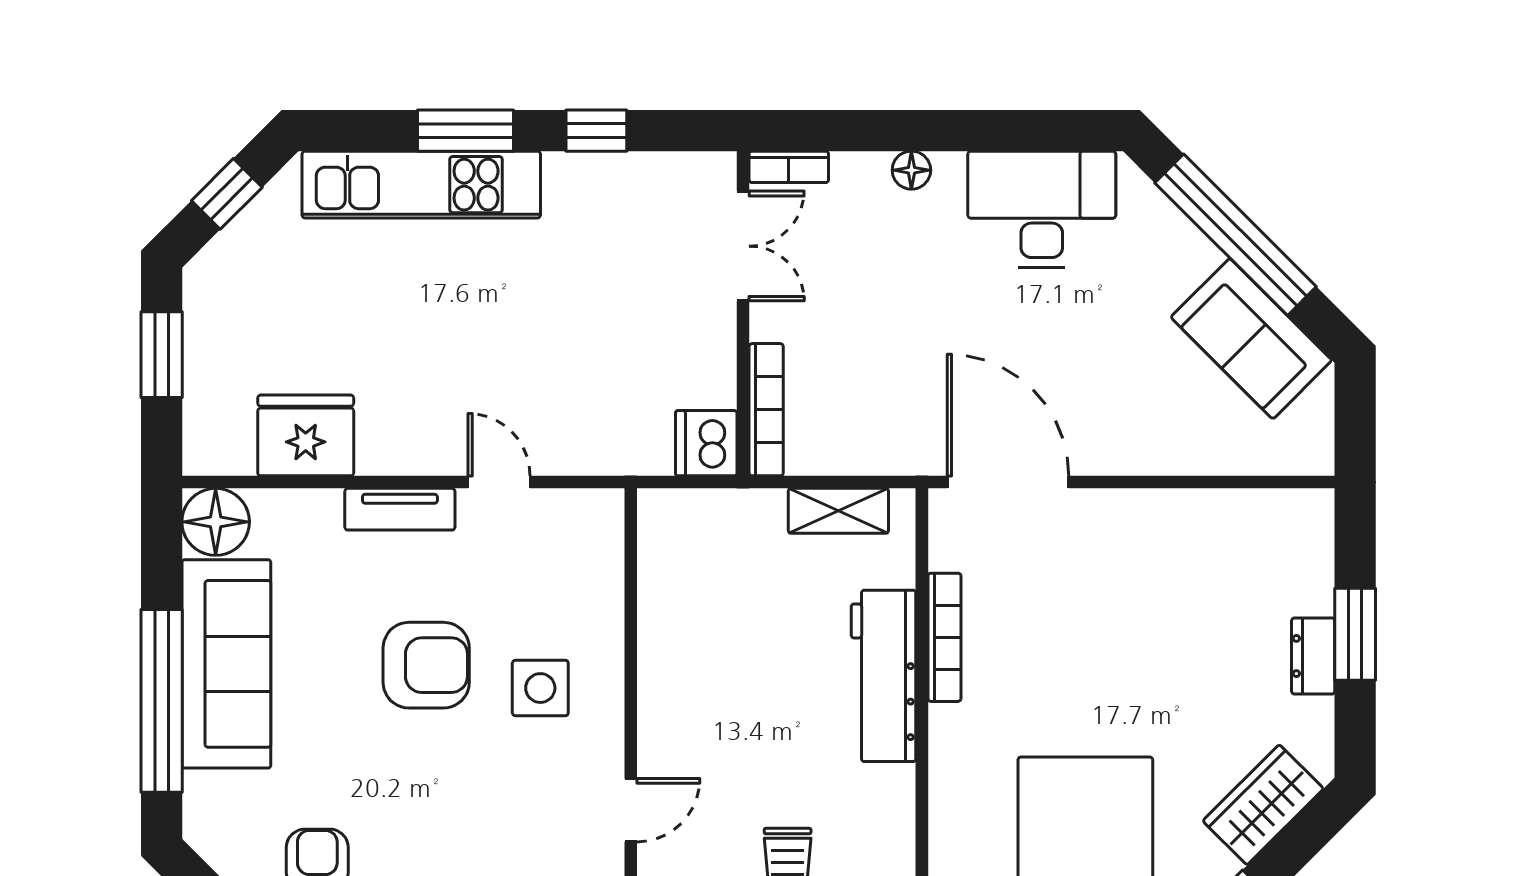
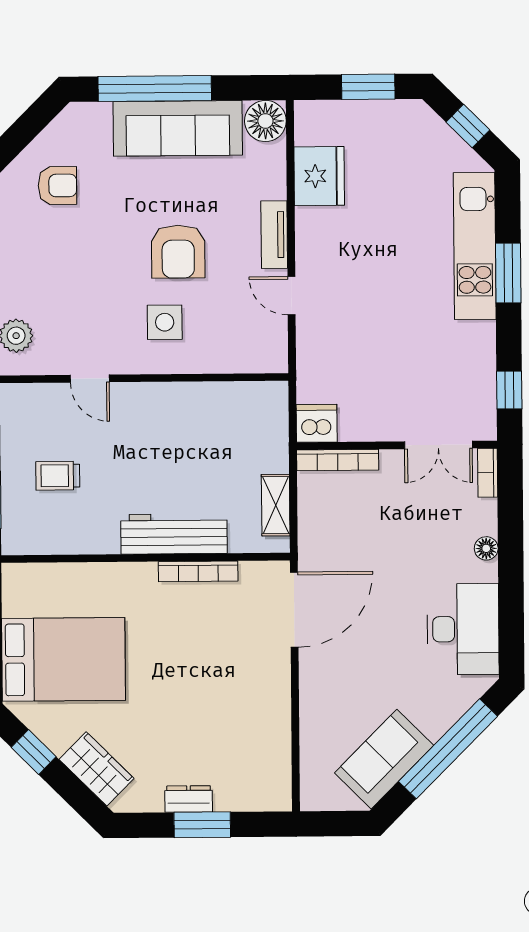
window: (596, 131) -> (509, 390), moved
door: (499, 482) -> (291, 296), swing flipped

